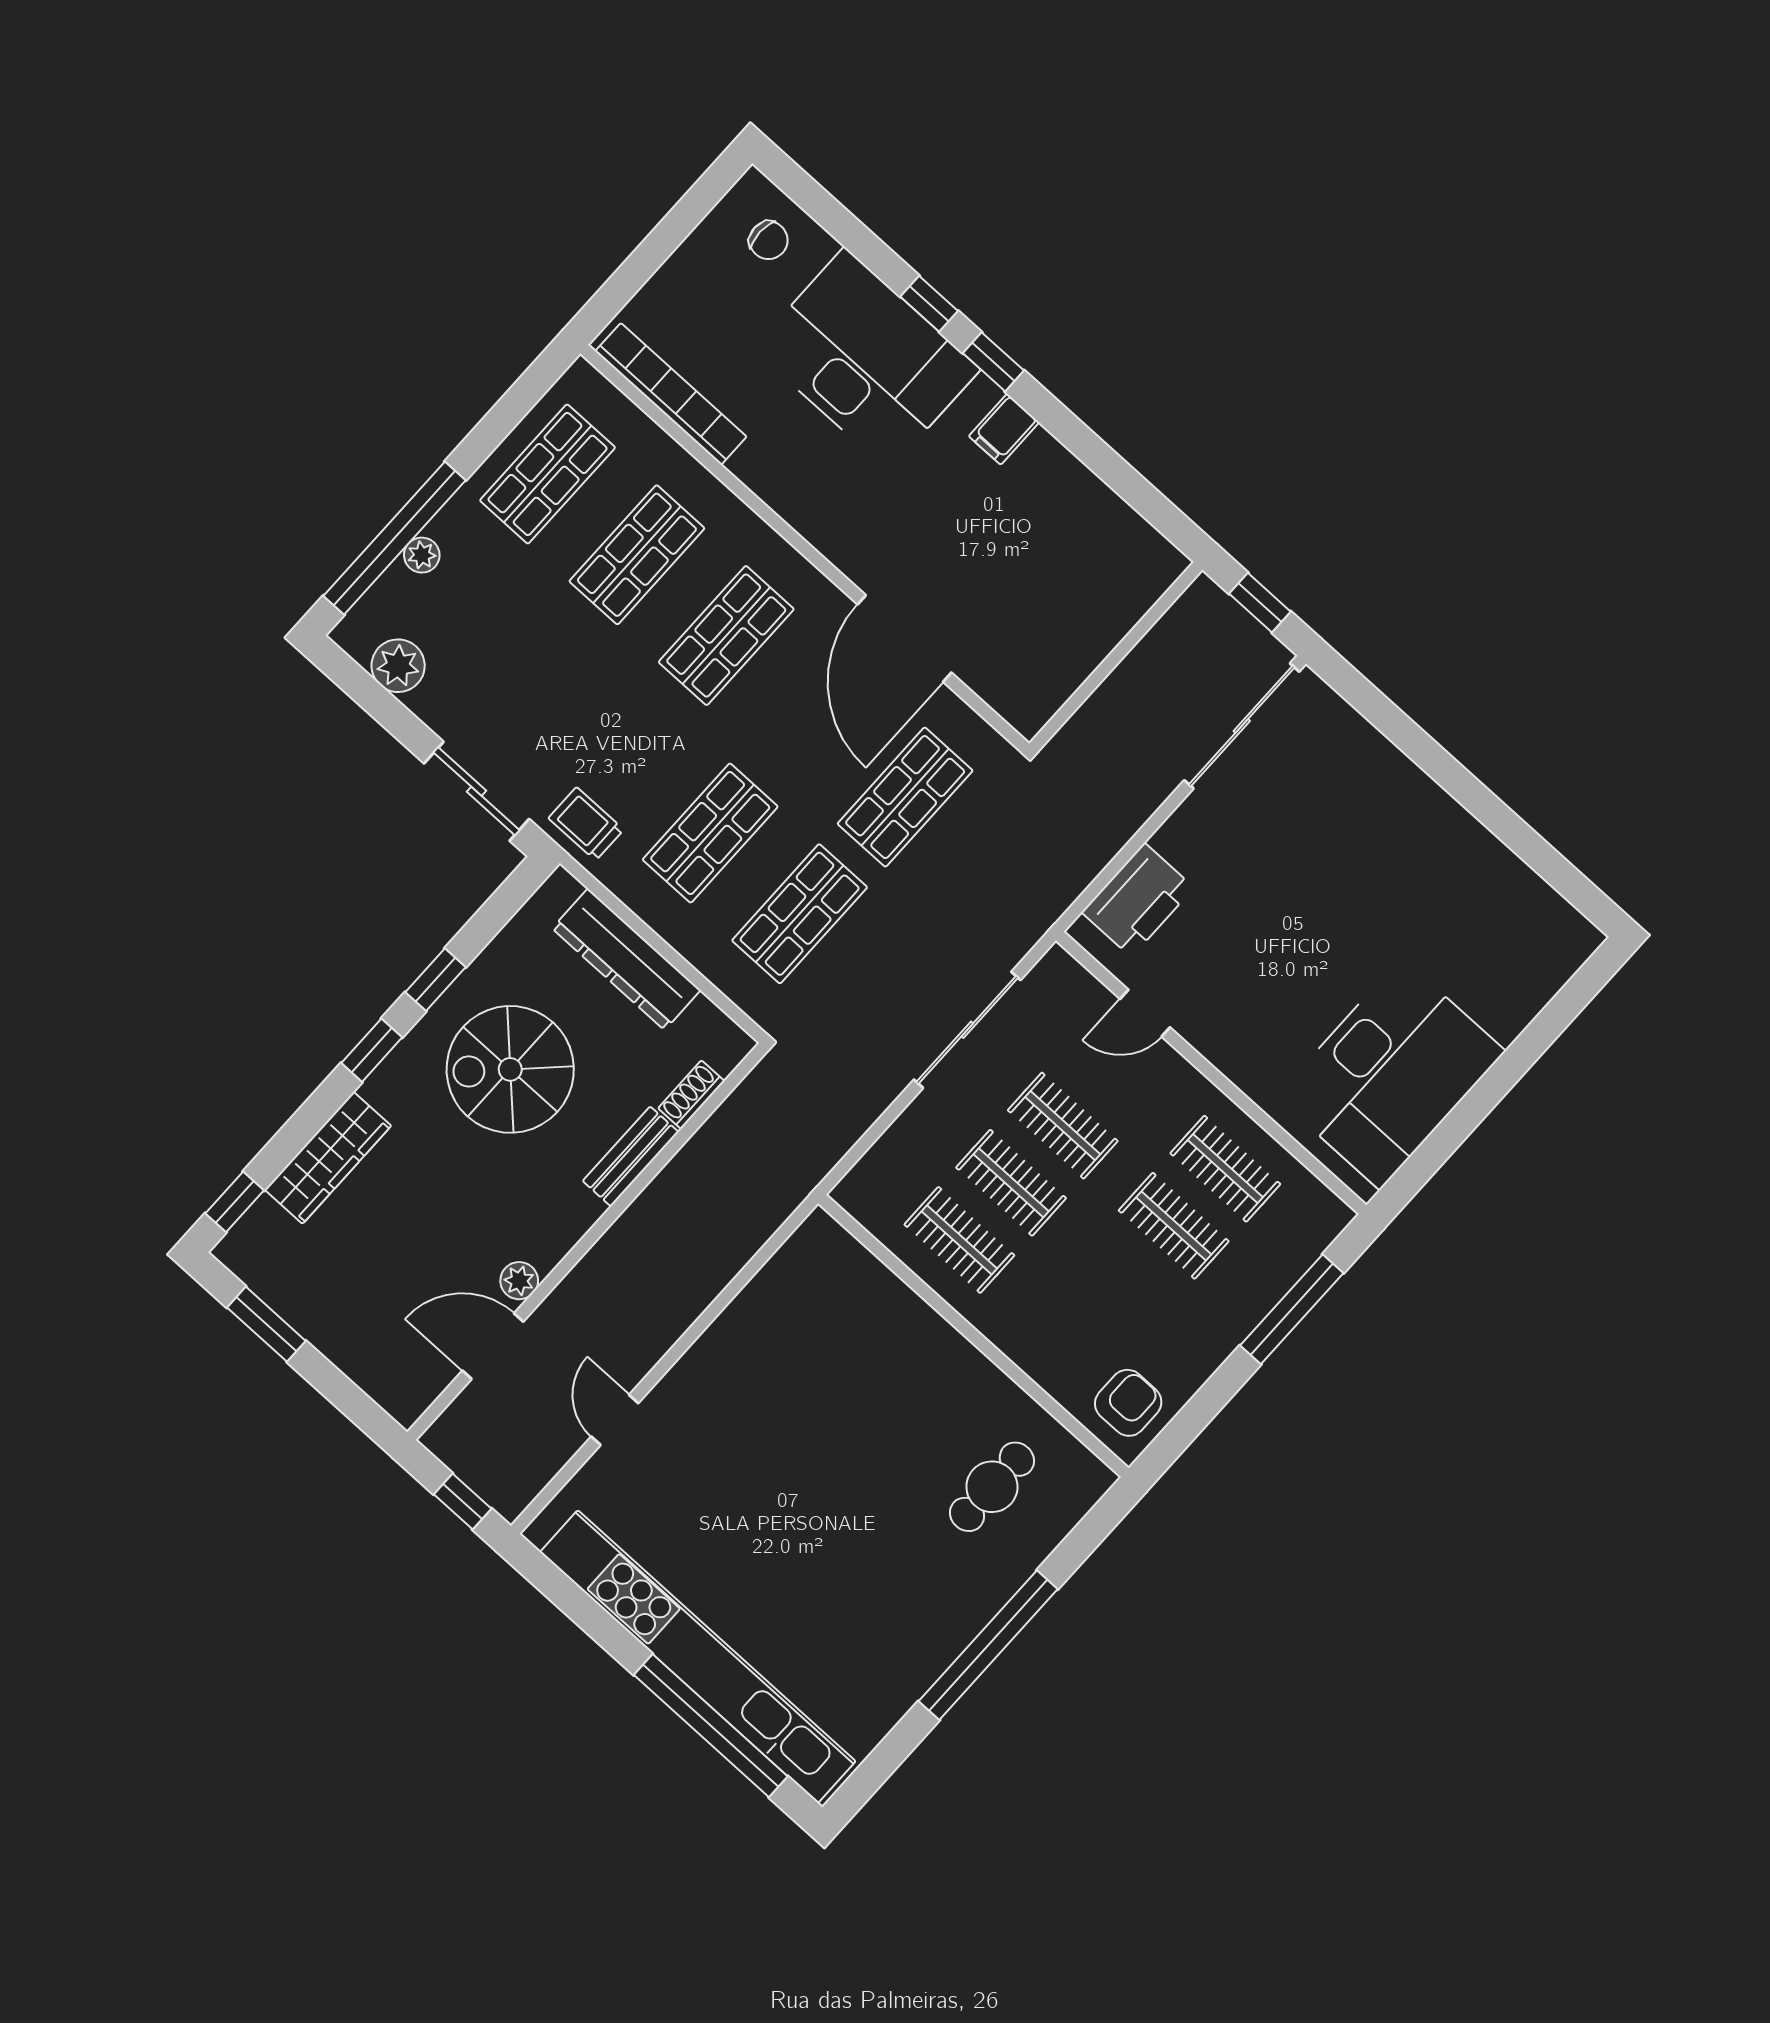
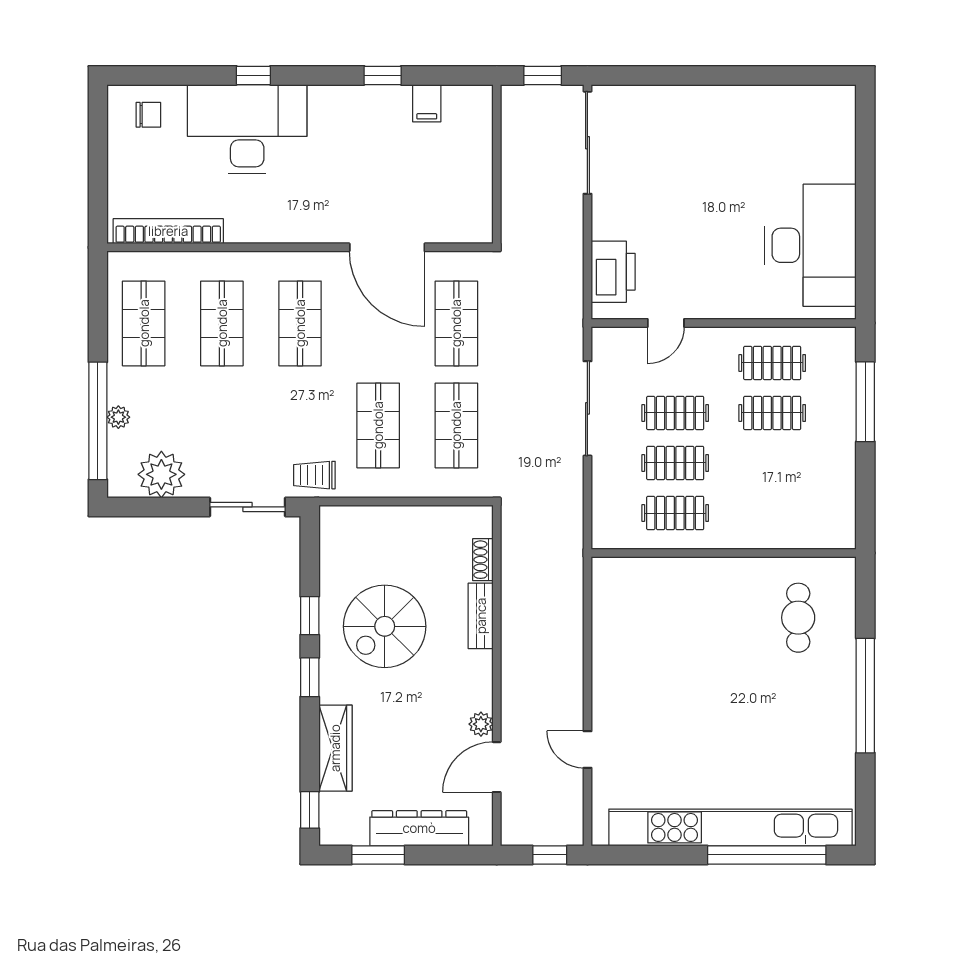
window: (993, 362) -> (383, 75), moved
filing cabinet: (1004, 429) -> (427, 103), moved
plant: (398, 666) -> (161, 474), width x1.36, depth x1.36
dresser: (626, 959) -> (419, 828), moved, turned 180
armchair: (1128, 1403) -> (827, 518), removed

